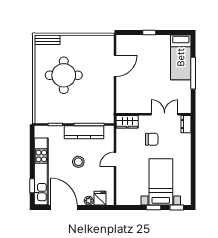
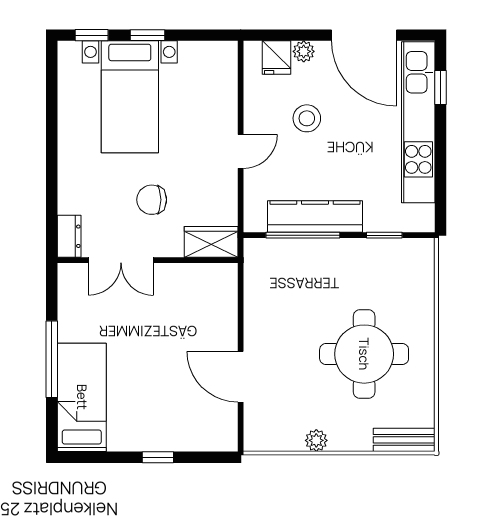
plant: (84, 39) -> (316, 440), added
door: (115, 66) -> (241, 377), hinge flipped
stool: (78, 162) -> (307, 118), moved

